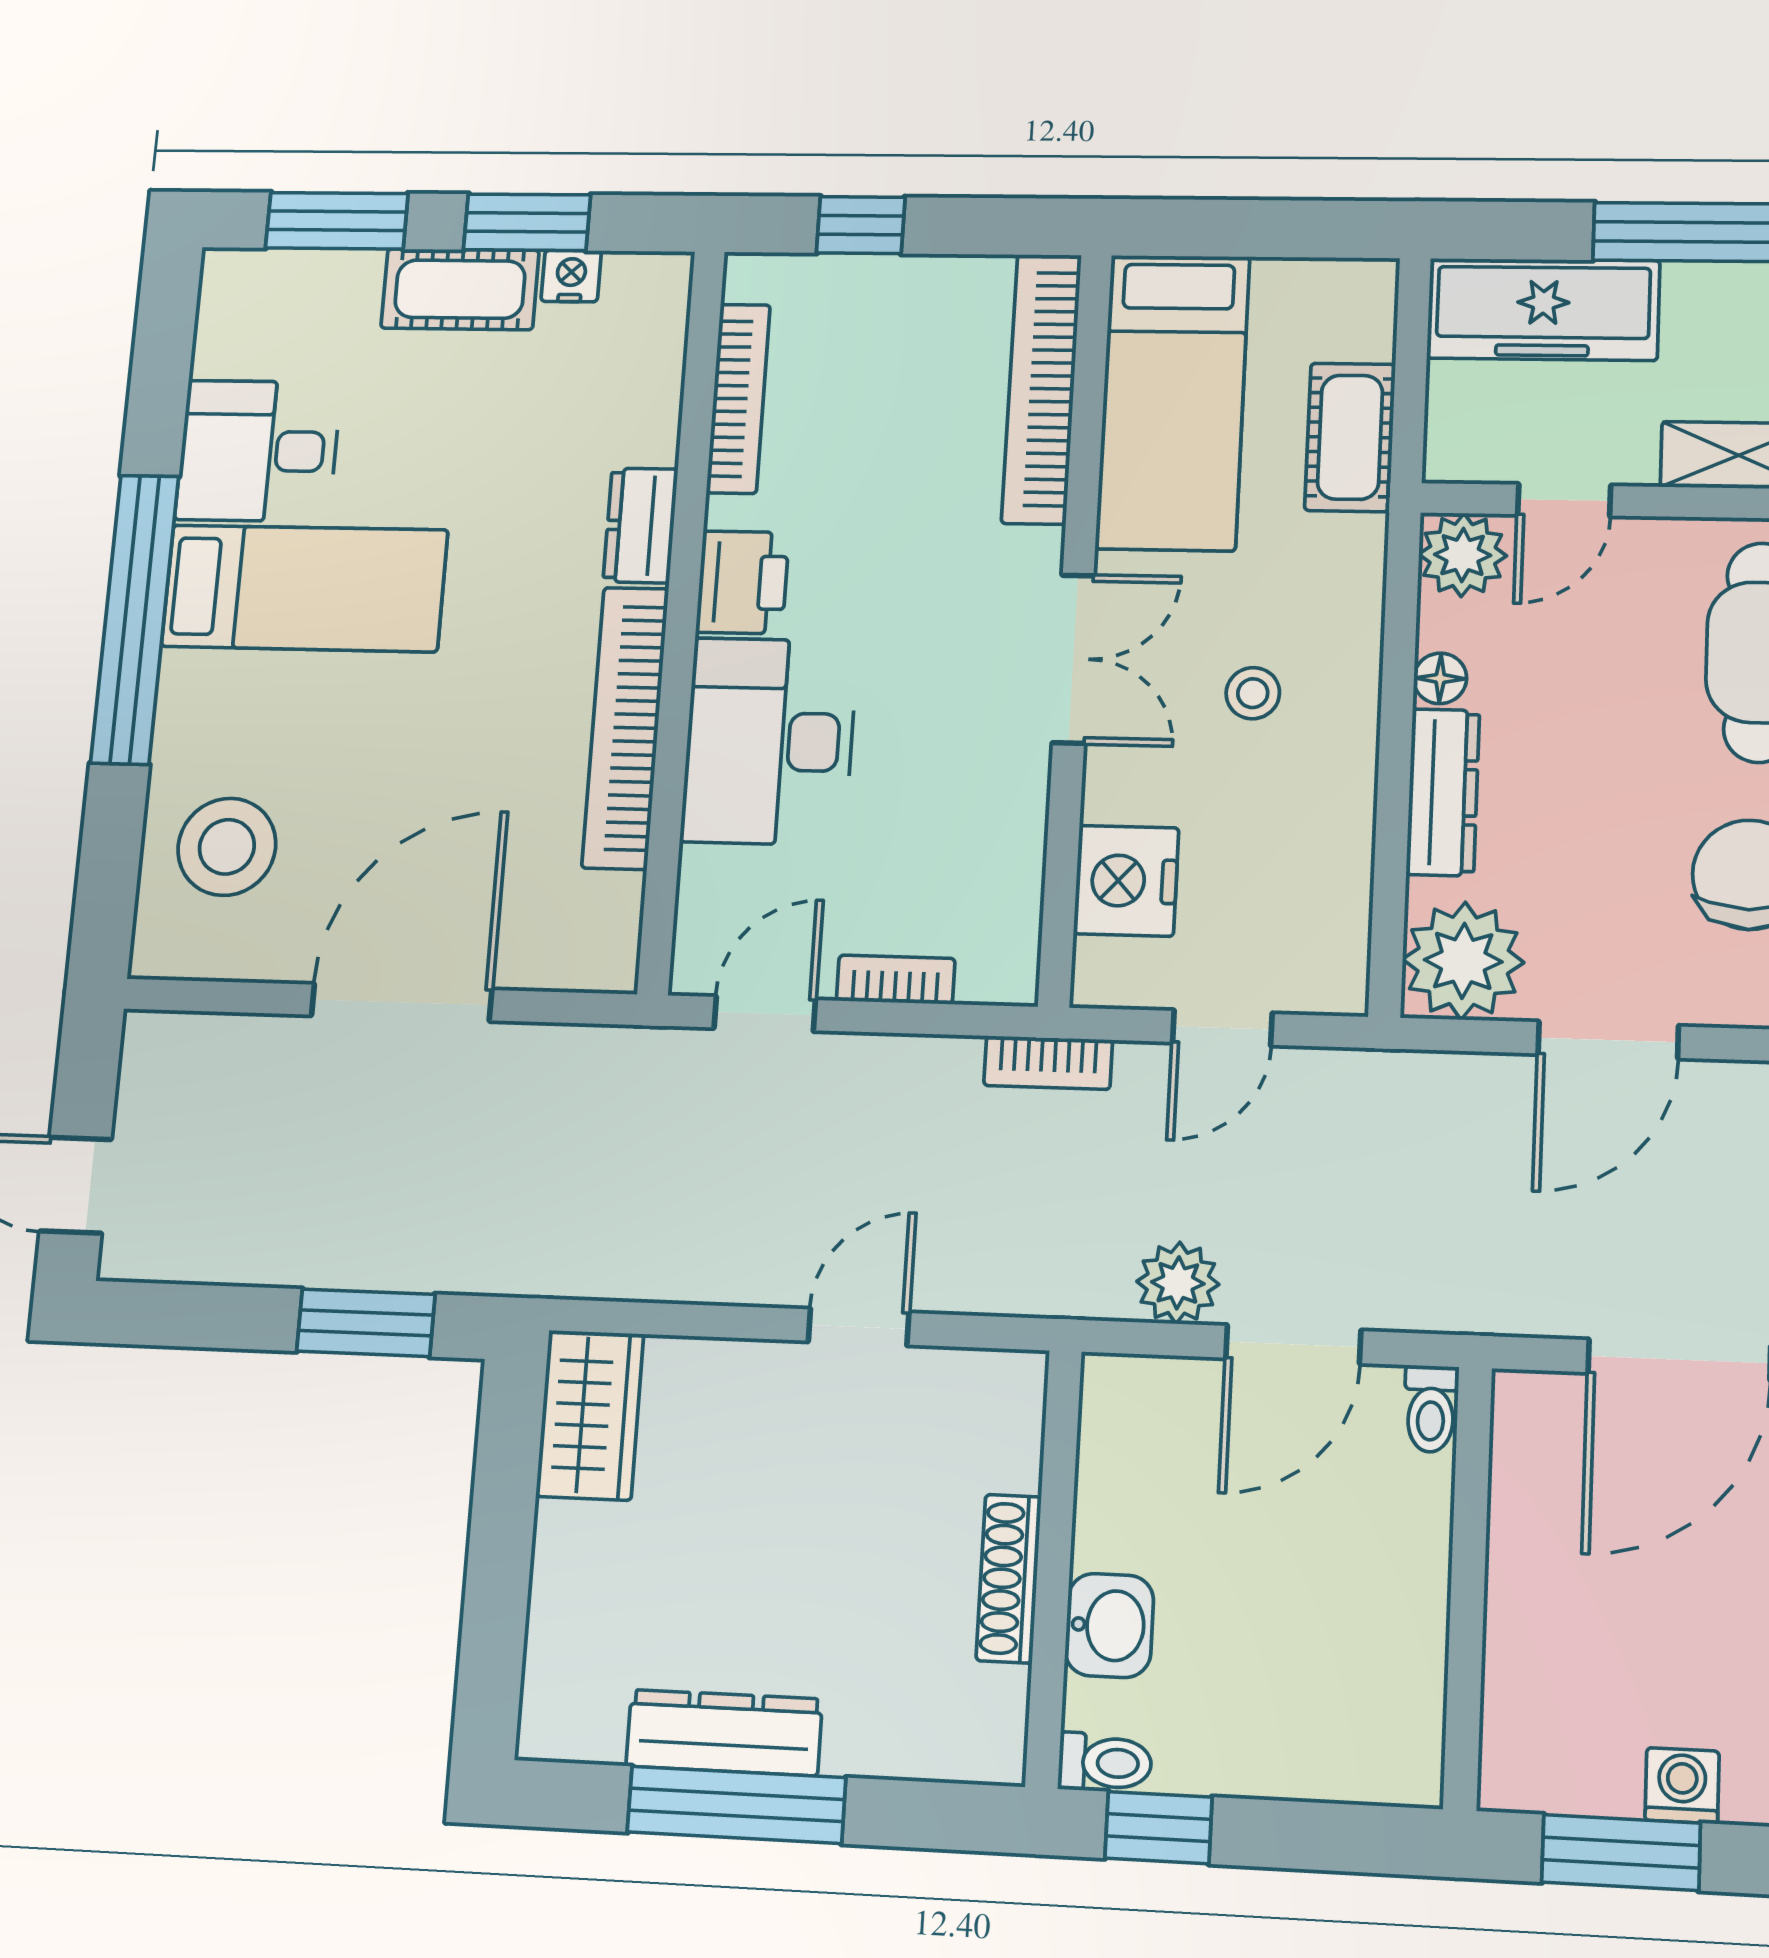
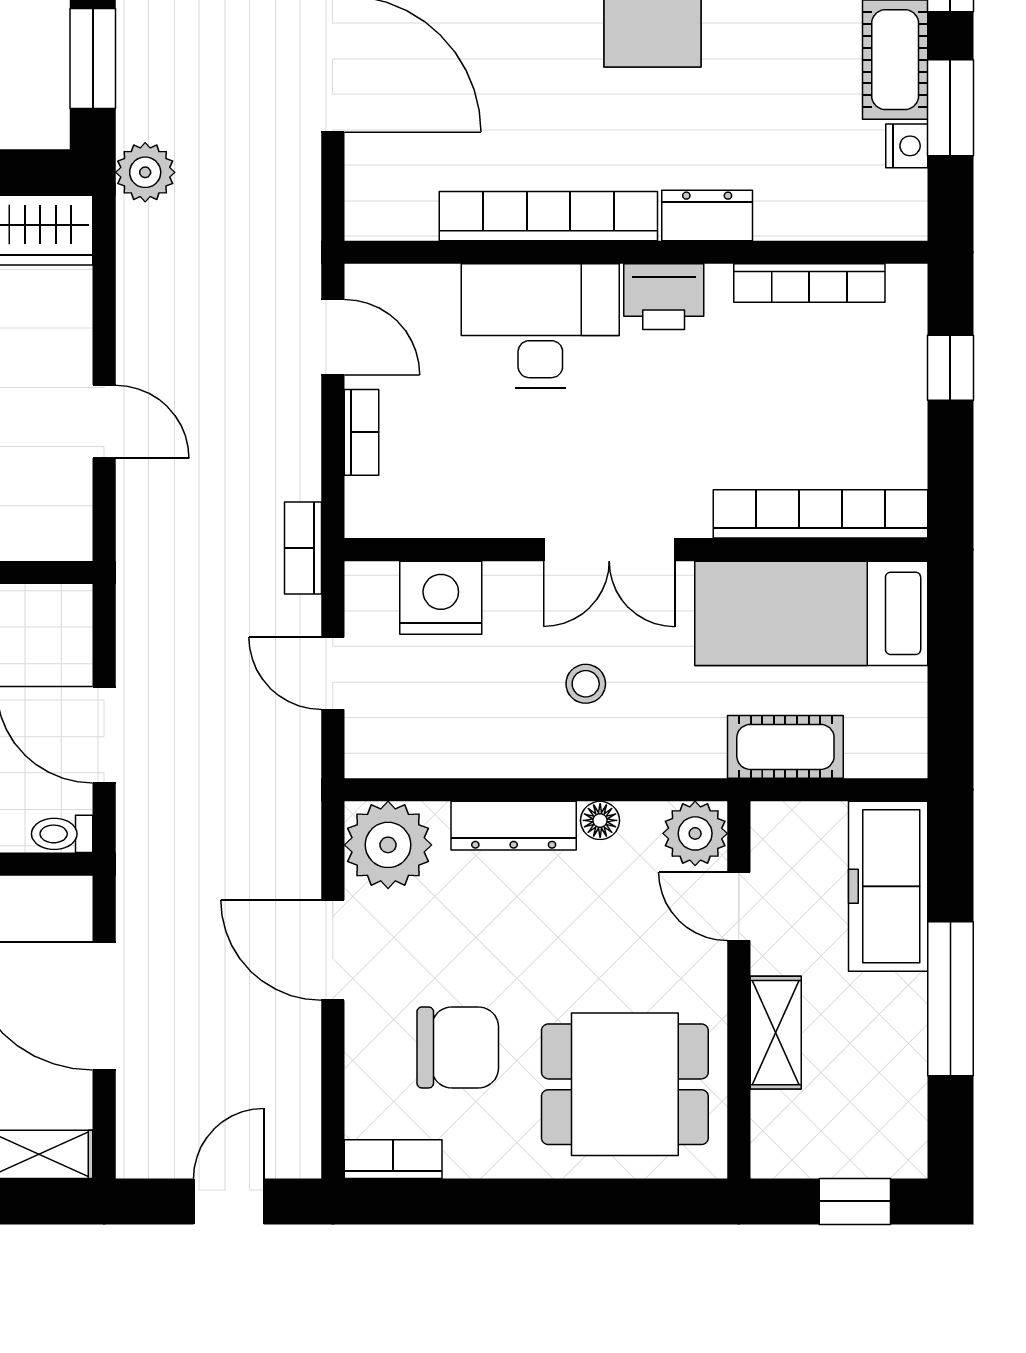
plant: (1178, 1283) -> (145, 172), moved

